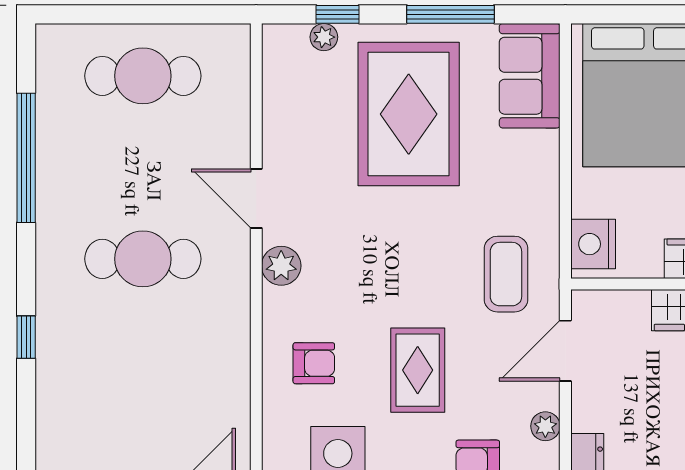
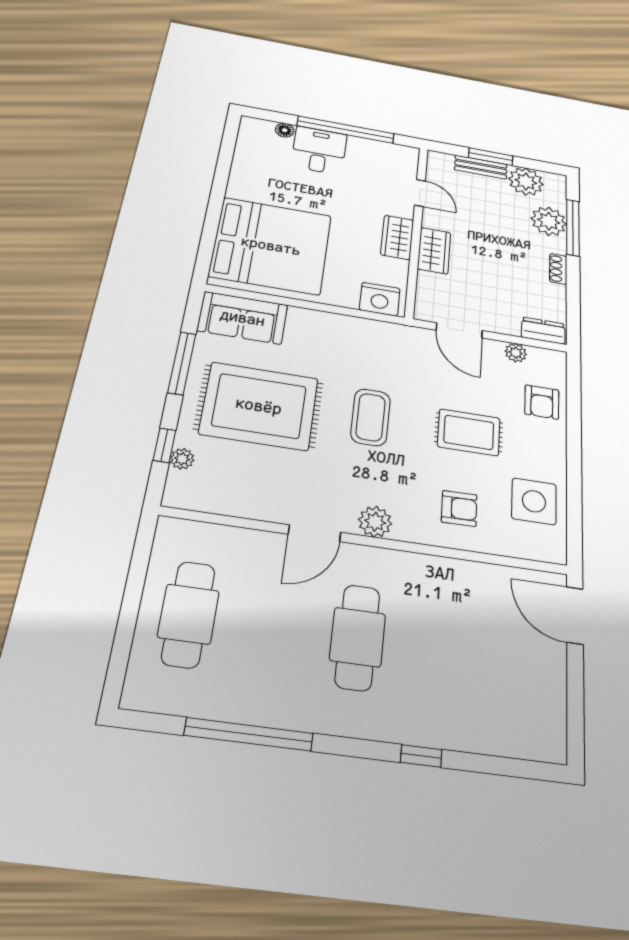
coffee table: (506, 274) -> (371, 417), moved, turned 90
armchair: (314, 363) -> (459, 508), turned 89

